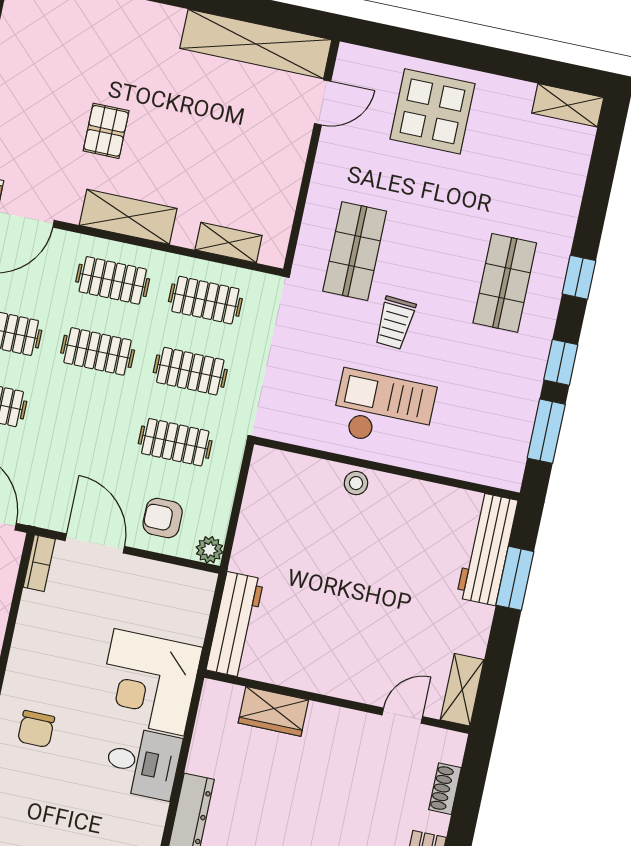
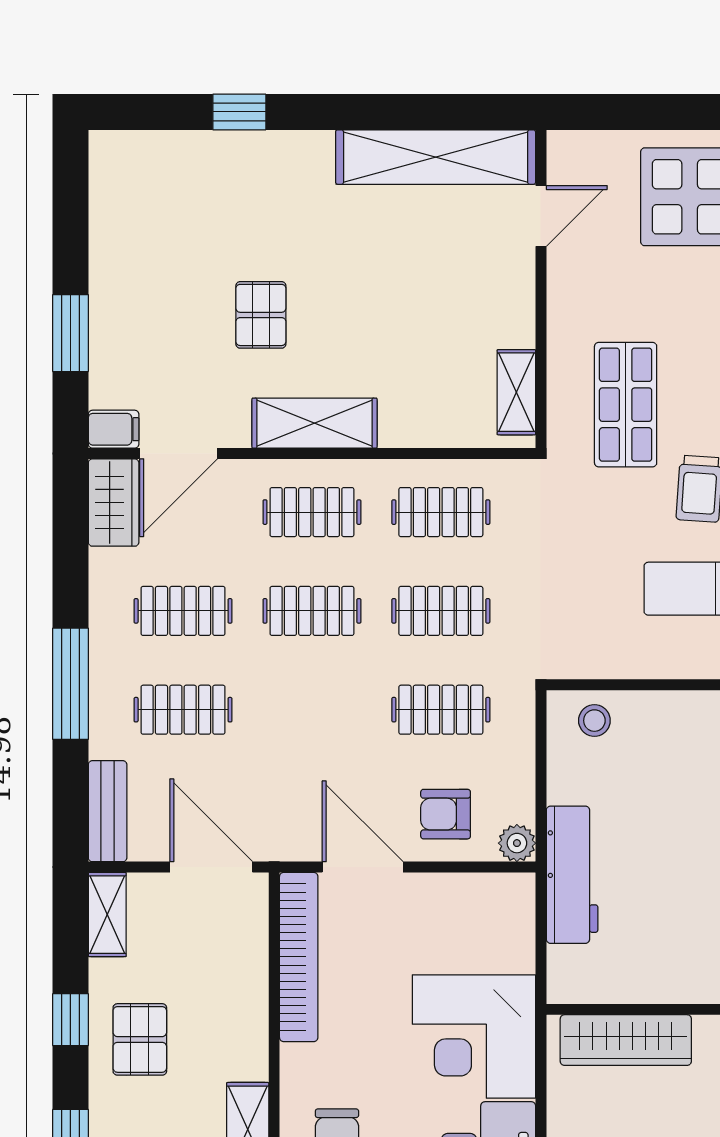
shelving: (229, 243) -> (516, 392), moved, turned 90
stool: (356, 483) -> (594, 721), moved
bookcase: (39, 563) -> (299, 957), width x2.31, depth x1.31
workbench: (235, 625) -> (572, 875), moved
wardrobe: (273, 711) -> (626, 1040), width x1.50

